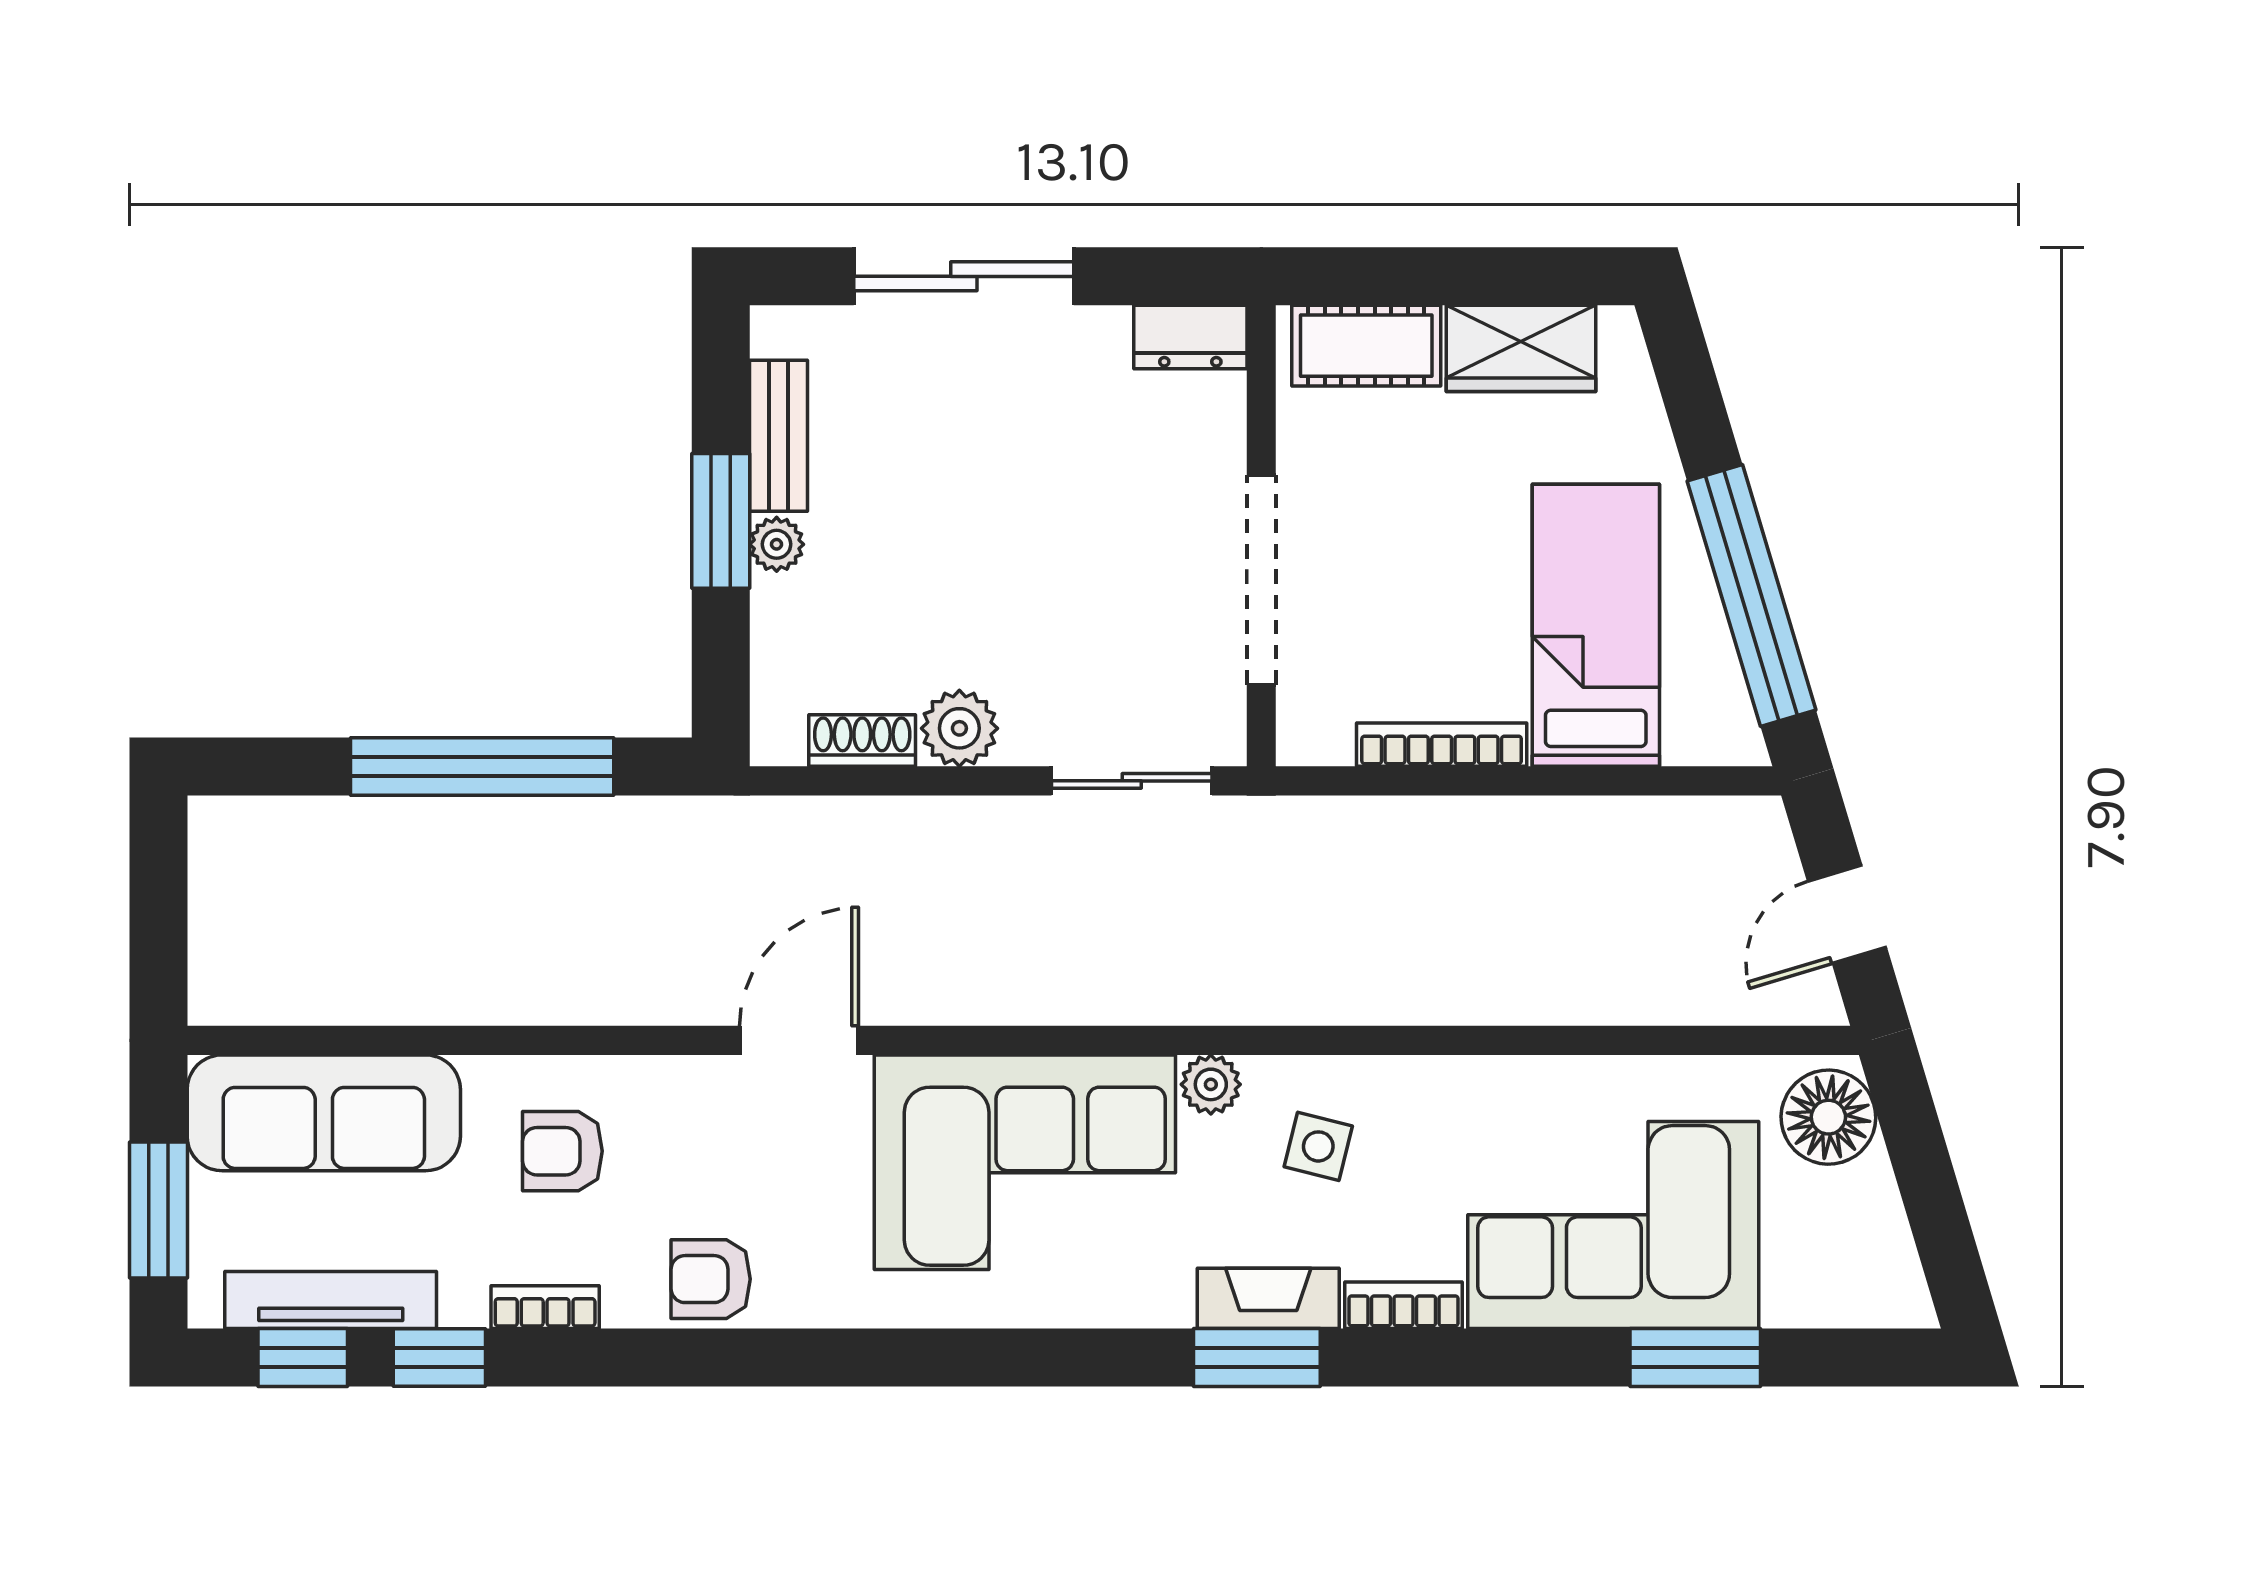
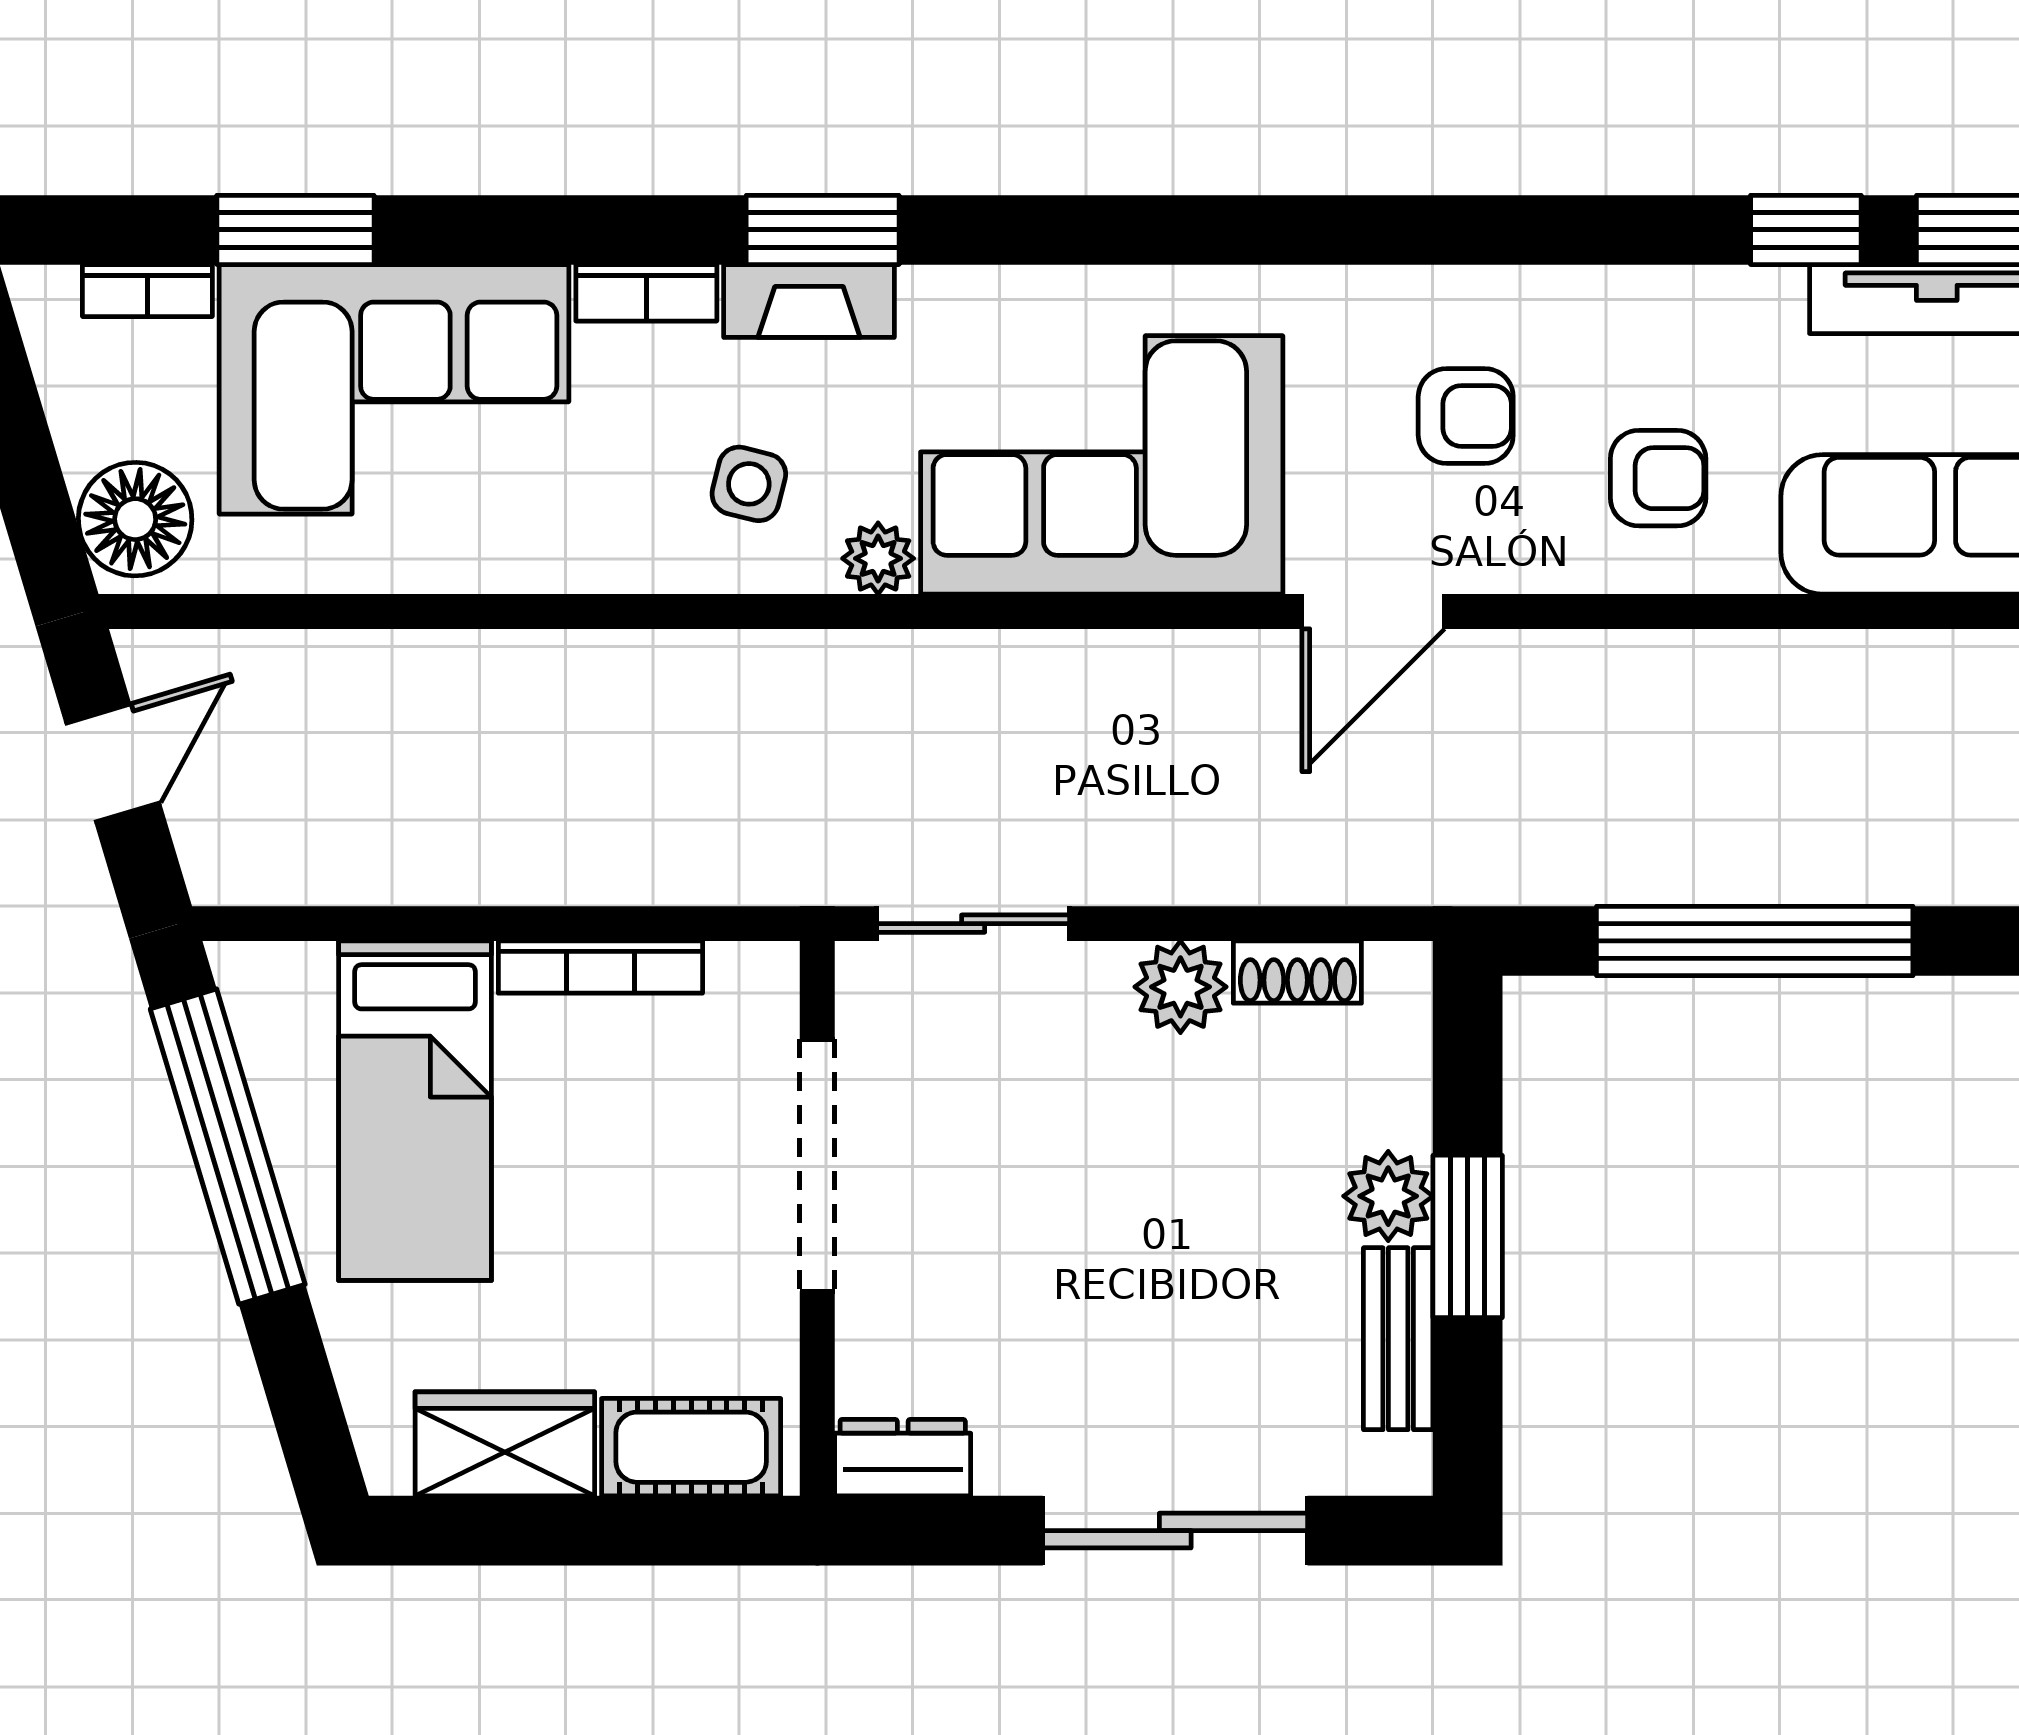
plant: (777, 544) -> (1388, 1196), width x1.38, depth x1.38
armchair: (711, 1279) -> (1466, 416), moved
bookcase: (545, 1307) -> (147, 291), moved

